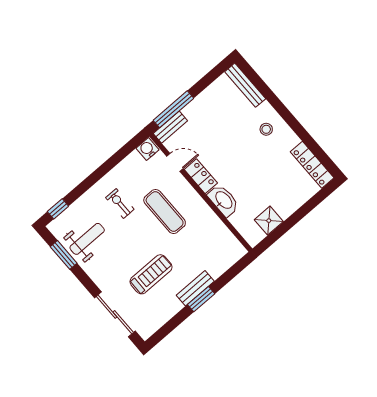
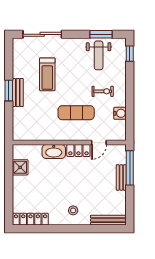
bench: (170, 127) -> (121, 177), moved
water cooler: (147, 149) -> (120, 113), moved

